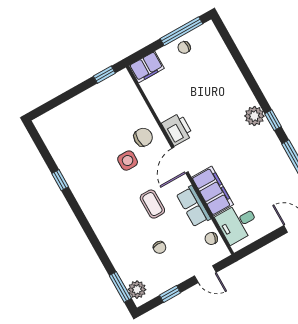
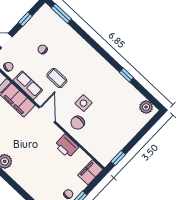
printer: (177, 129) -> (67, 146), moved
plant: (137, 290) -> (146, 107), moved

